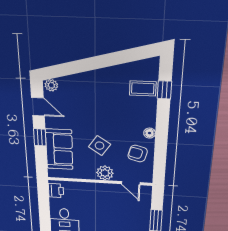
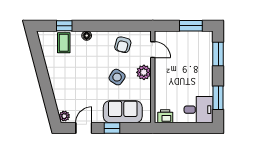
floor lamp: (150, 133) -> (87, 36), moved
door: (131, 183) -> (153, 50), hinge flipped

